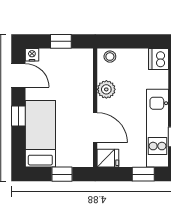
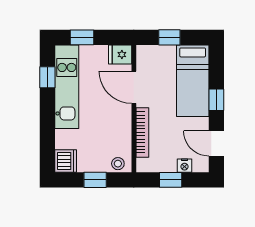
window: (131, 41) -> (95, 180), added
nightstand: (32, 55) -> (185, 166), moved
bookcase: (87, 86) -> (142, 132), added
plant: (106, 89) -> (122, 128), removed

